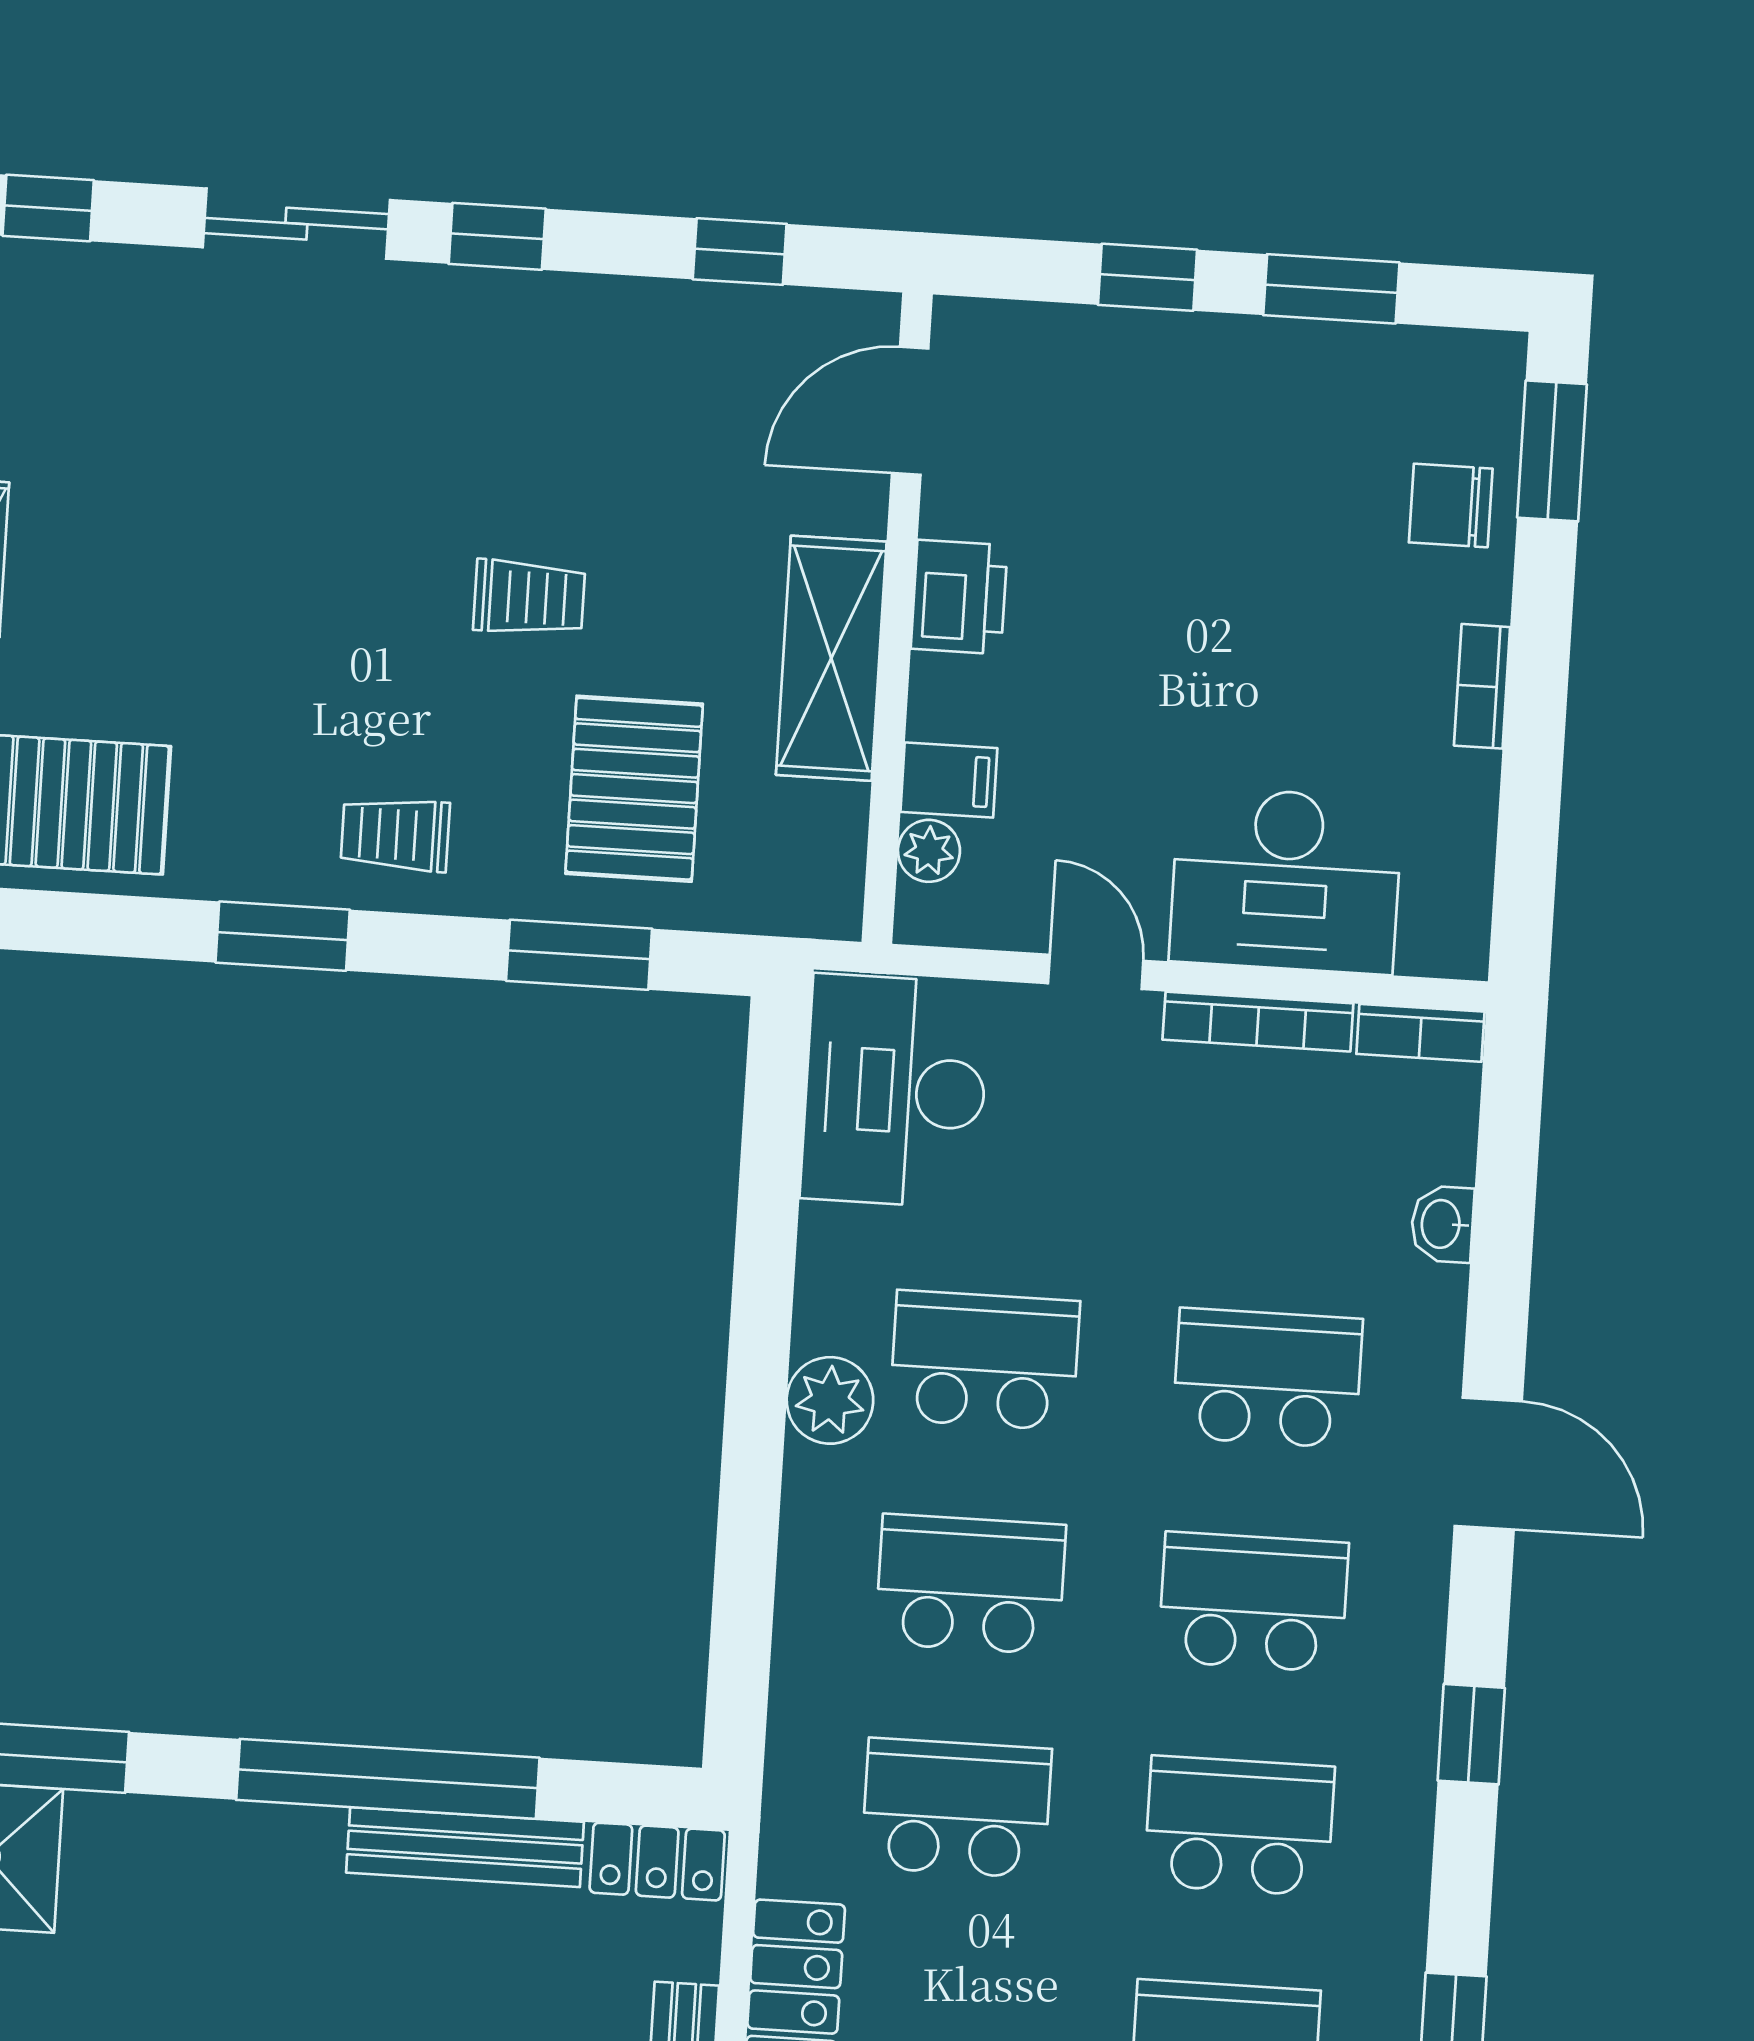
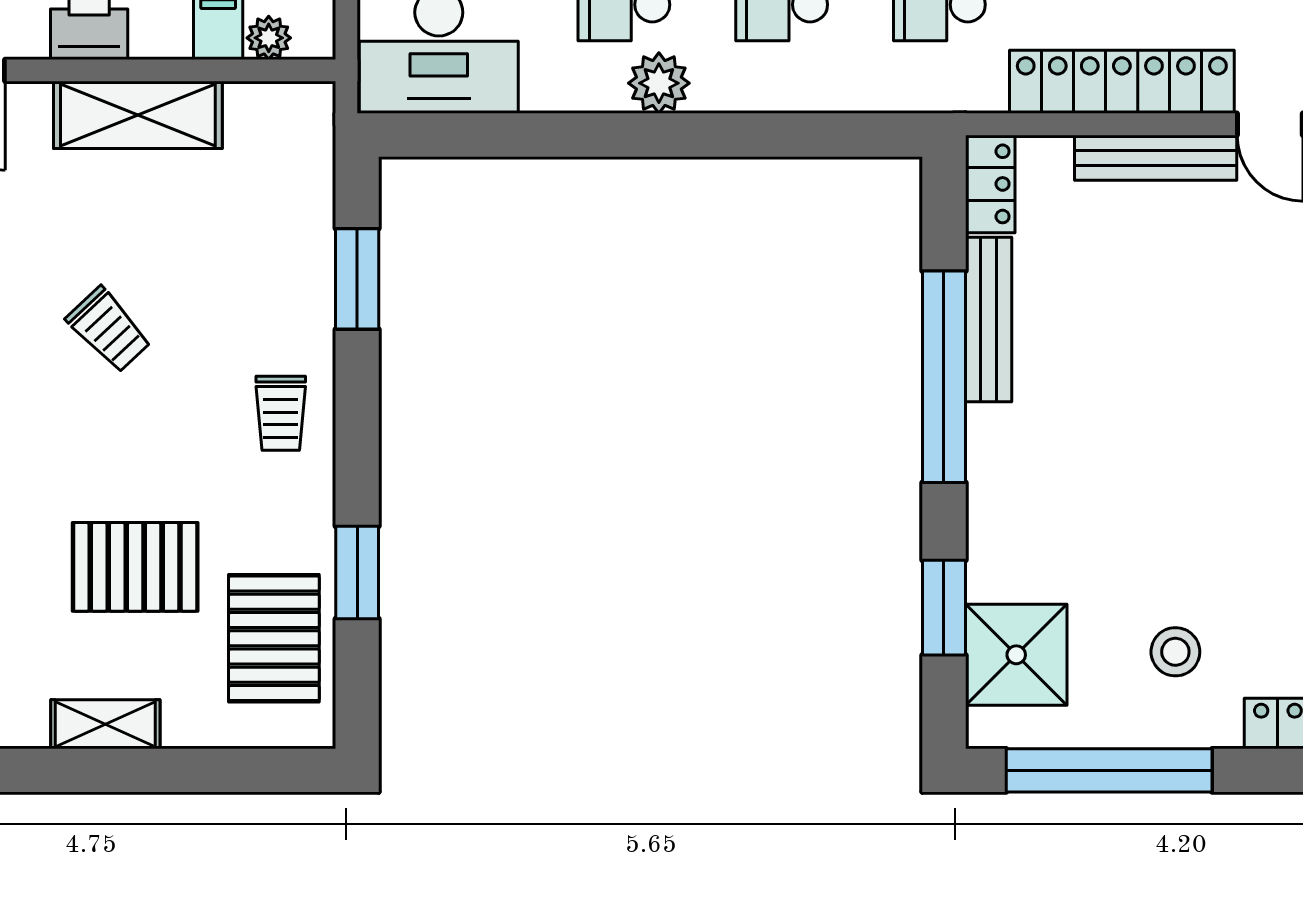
trolley: (529, 598) -> (109, 330), turned 137
pallet: (634, 789) -> (135, 567), moved
window: (283, 936) -> (357, 573), moved

